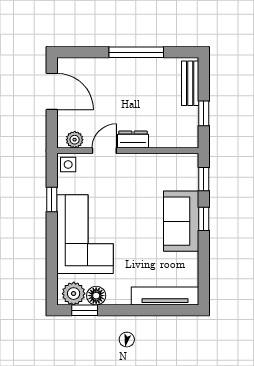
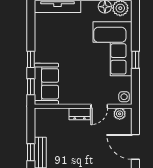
window: (204, 113) -> (31, 152), moved
window: (52, 200) -> (135, 60), moved
sofa: (181, 221) -> (46, 84), moved

